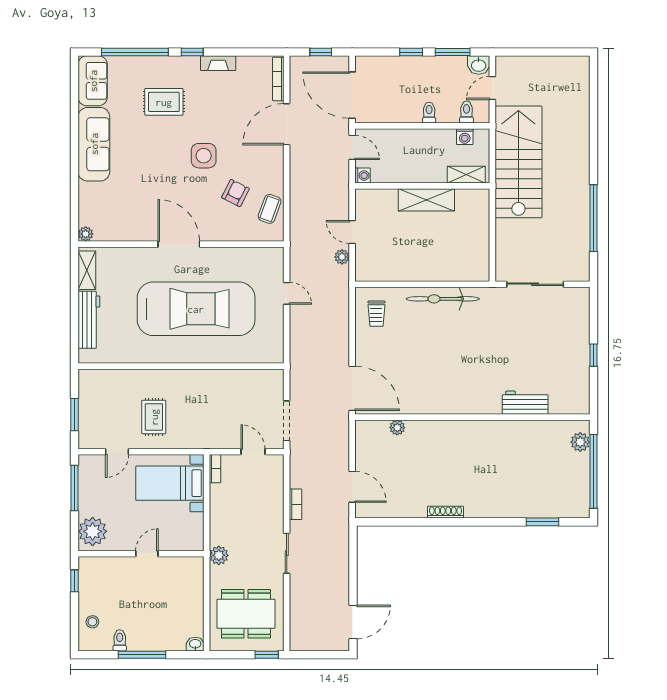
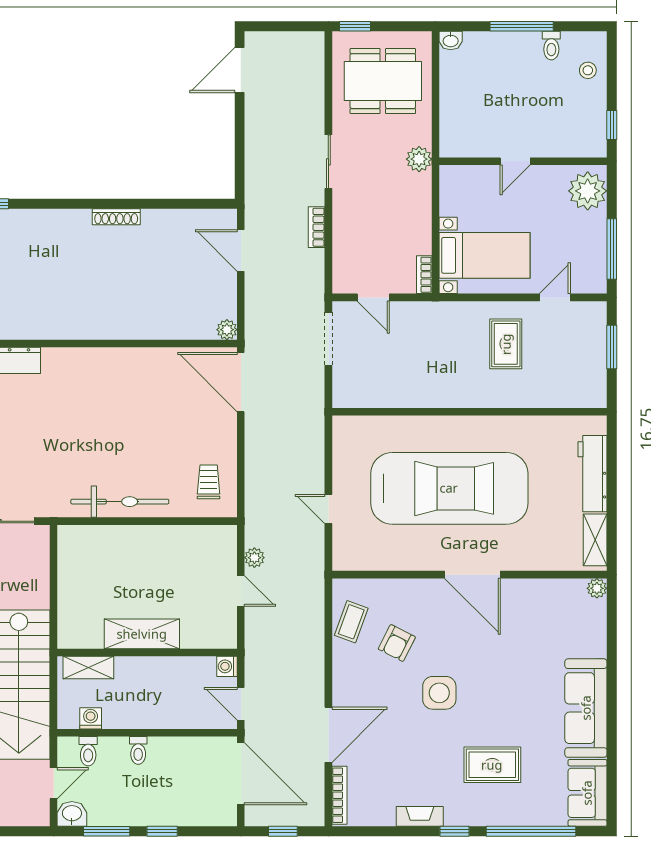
car: (196, 309) -> (449, 488), turned 180
plant: (397, 428) -> (227, 330), moved

